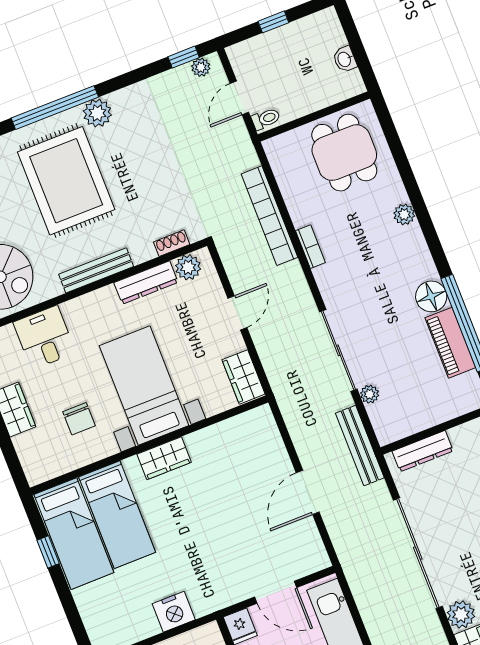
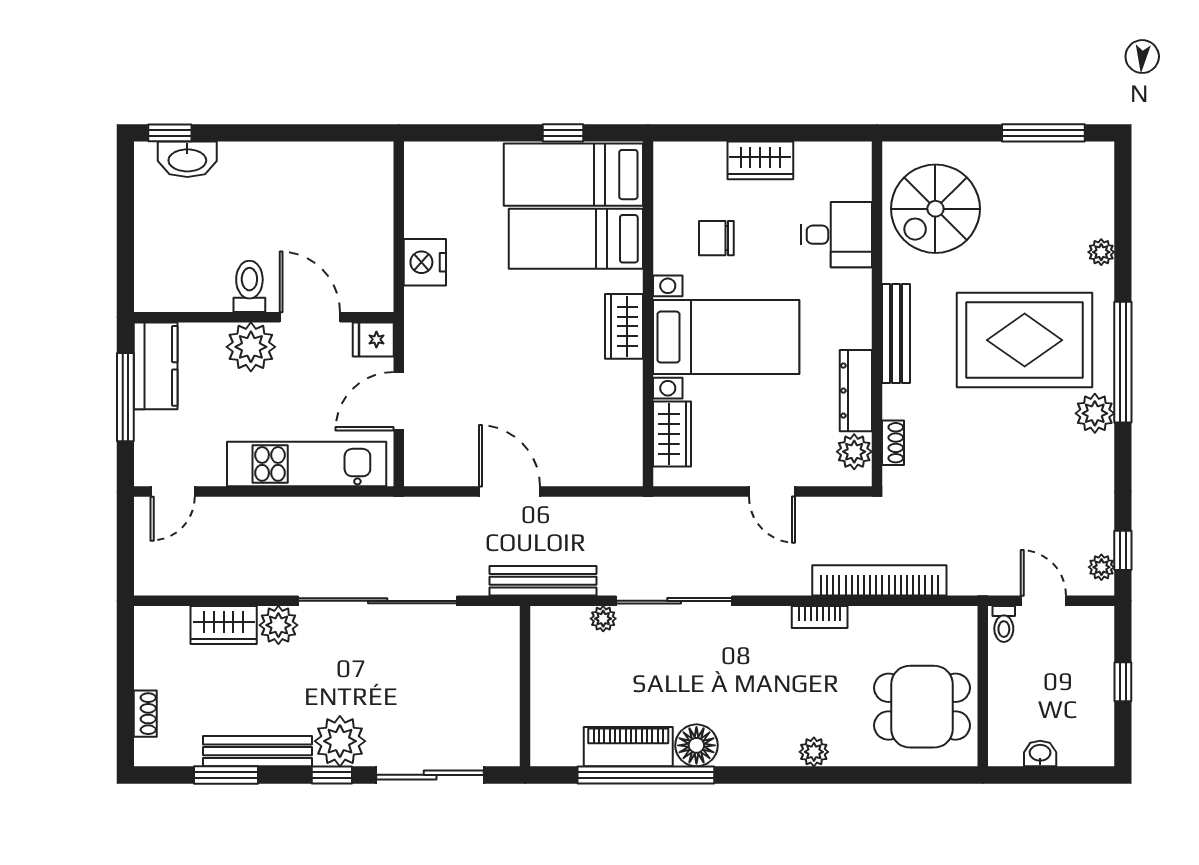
wardrobe: (244, 377) -> (672, 434), moved, turned 90
dresser: (423, 451) -> (505, 658), removed

